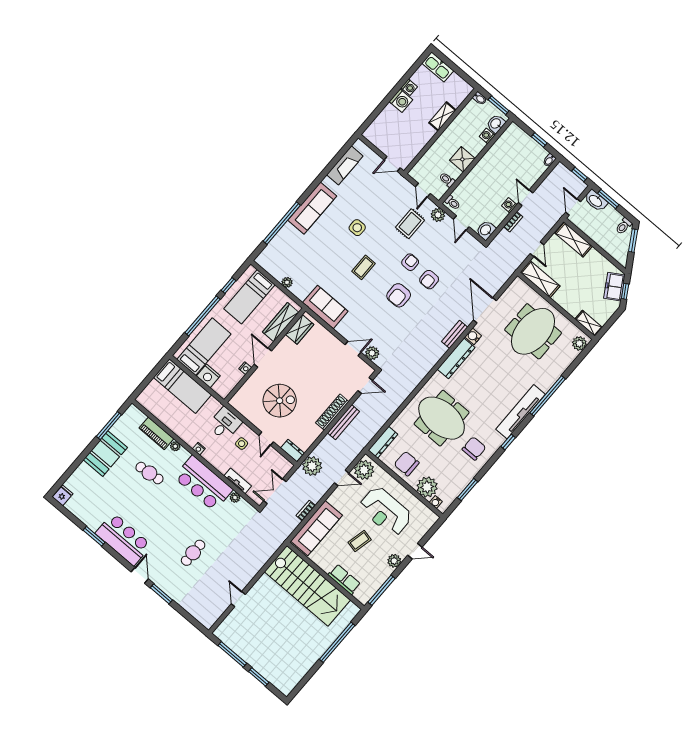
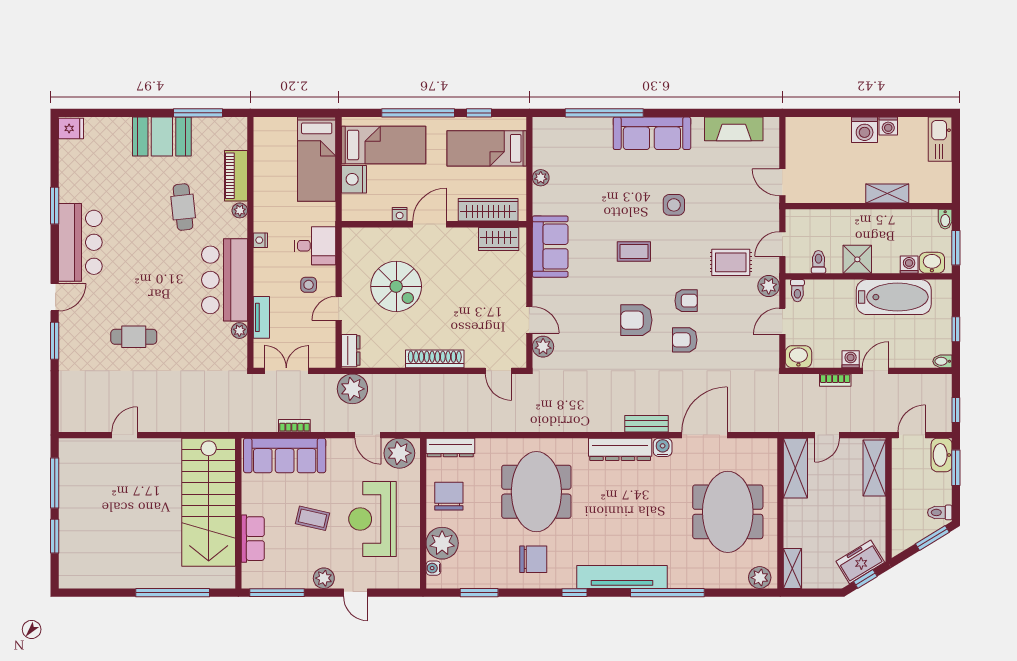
bathtub: (497, 157) -> (894, 297), added
meeting table: (533, 331) -> (728, 512), turned 90
bench: (343, 422) -> (434, 382), removed

